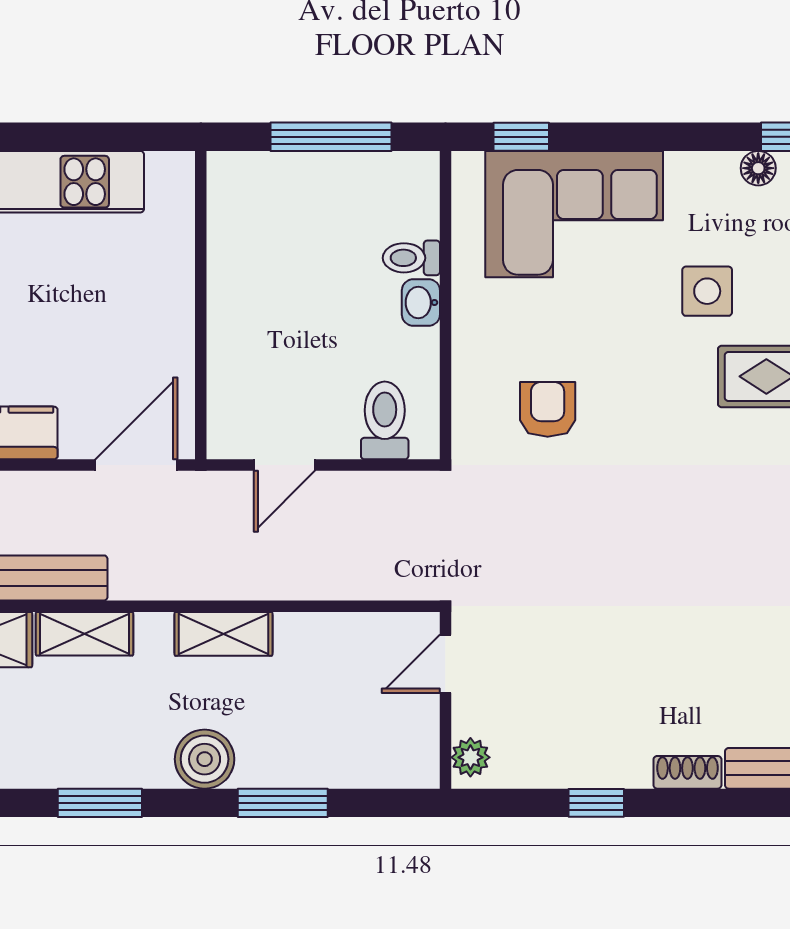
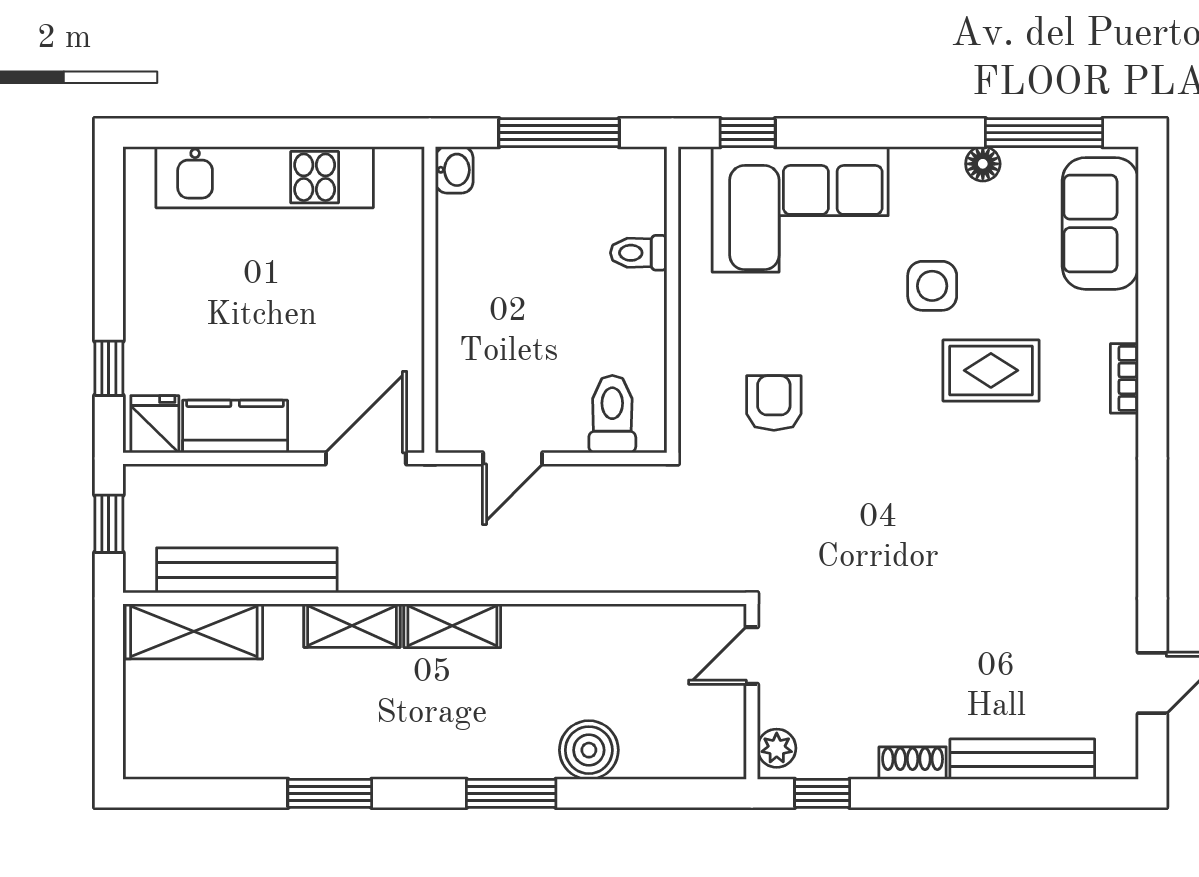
washbasin: (421, 302) -> (454, 170), moved, turned 180
shelving: (85, 634) -> (352, 626), moved
door: (445, 664) -> (752, 655), moved
wall: (445, 700) -> (752, 692), moved
plant: (470, 757) -> (777, 748), moved
boiler: (205, 759) -> (589, 750), moved

